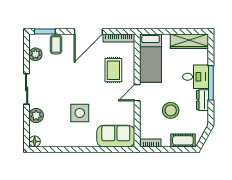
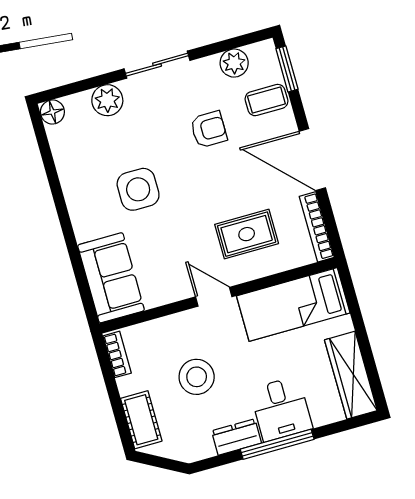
armchair: (62, 74) -> (209, 129), added

